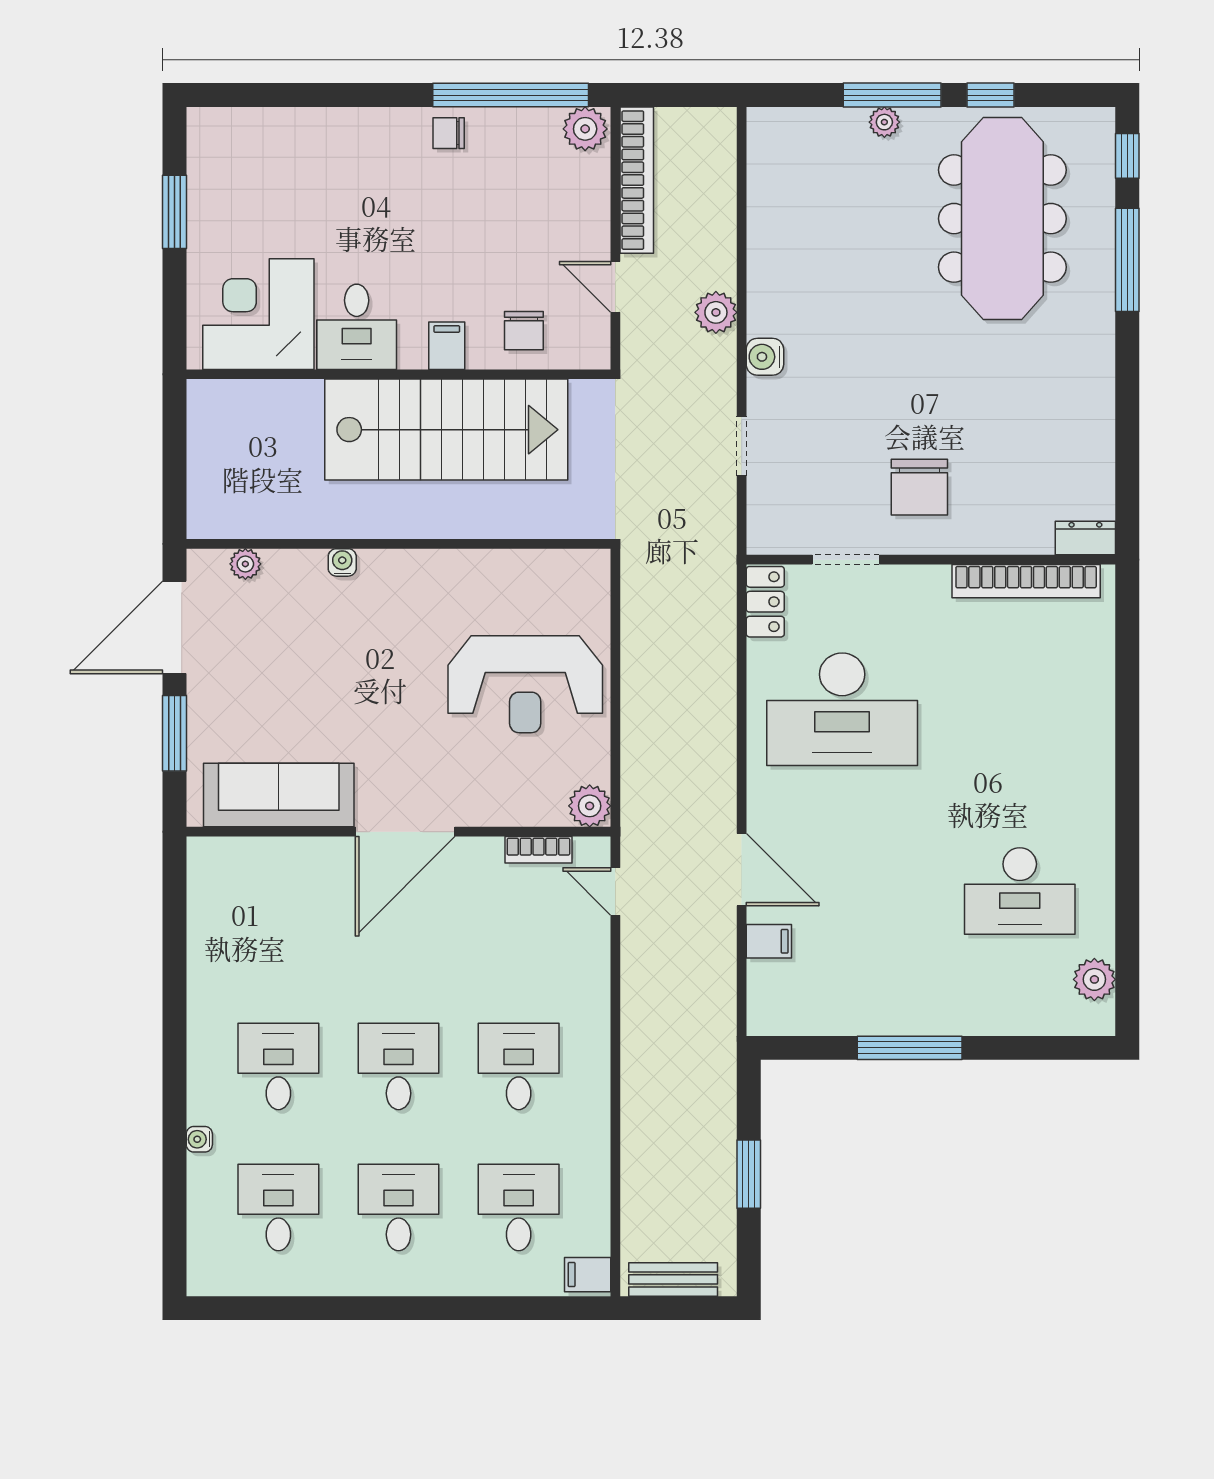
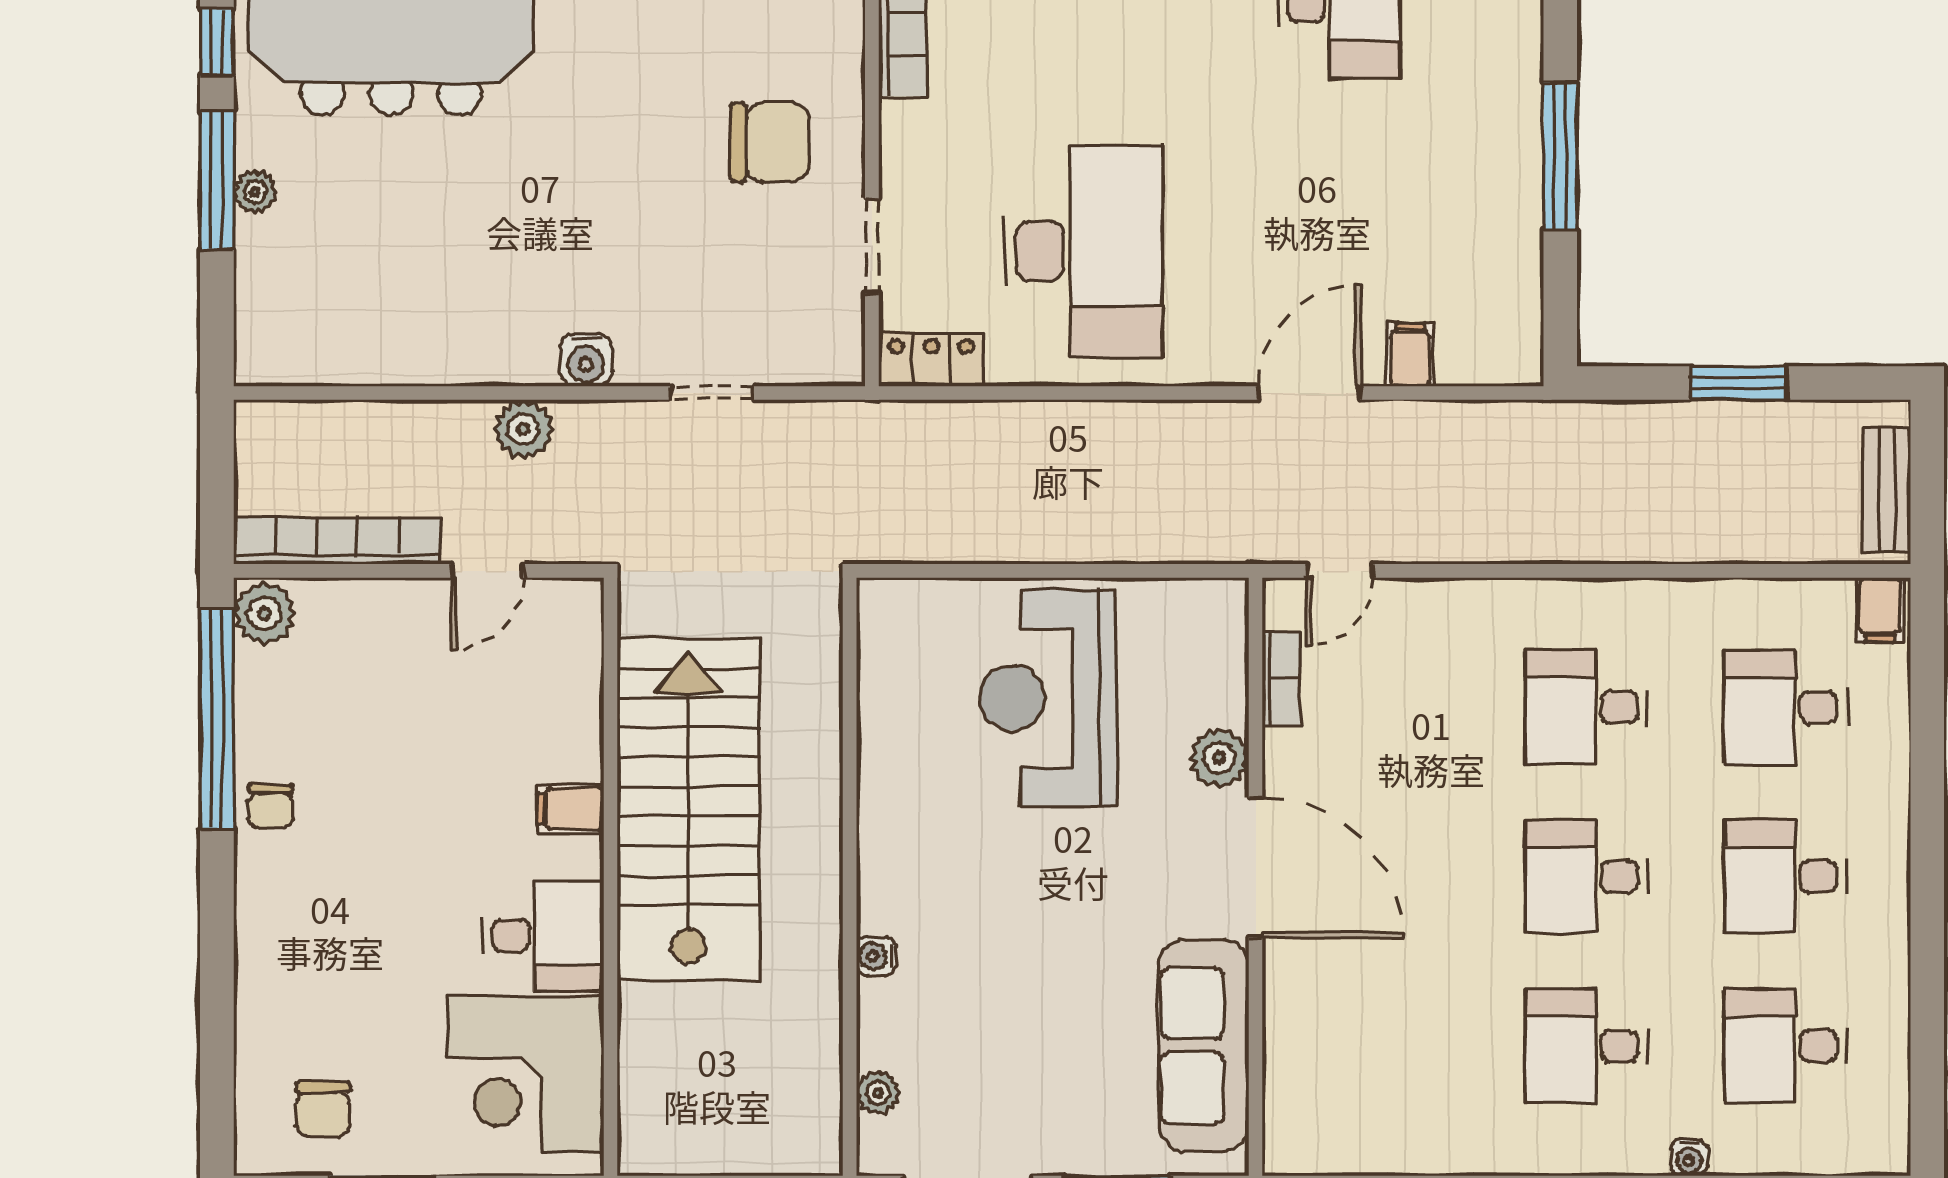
chair: (524, 331) -> (323, 1109), moved, turned 90
reception desk: (525, 684) -> (1048, 698), turned 180
plant: (590, 806) -> (1219, 758), moved

